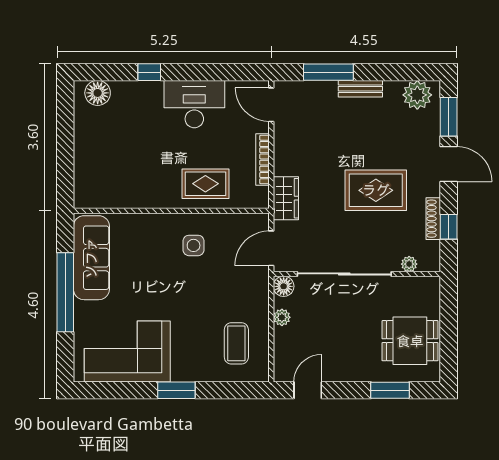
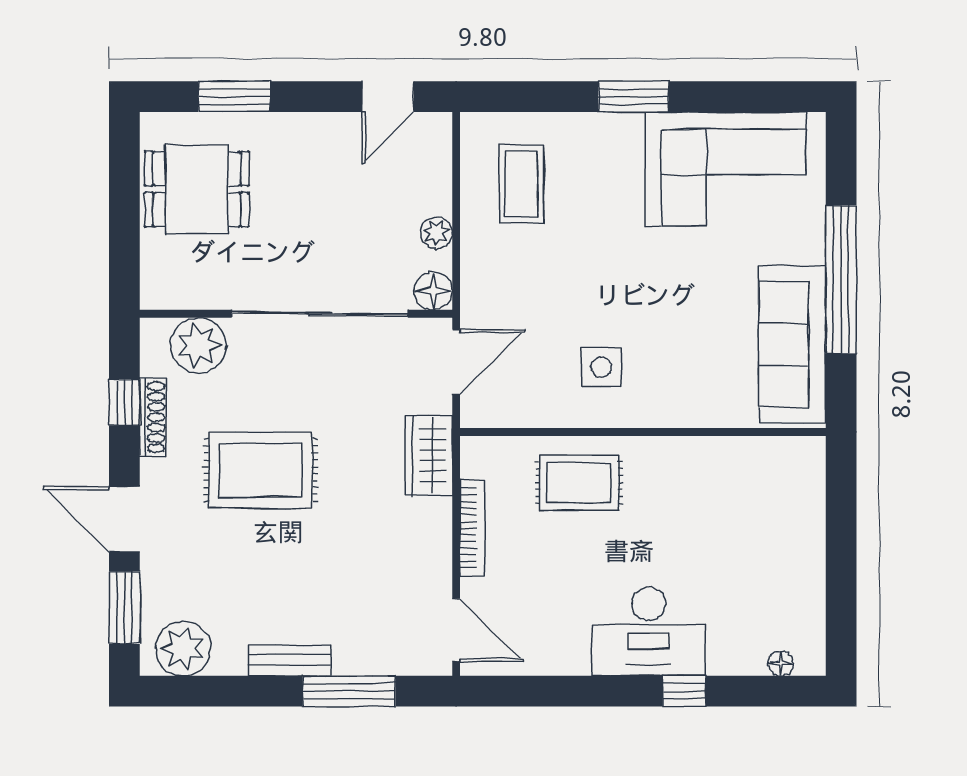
floor lamp: (98, 93) -> (781, 663), width x0.53, depth x0.53
desk: (194, 104) -> (649, 631), moved
plant: (409, 264) -> (198, 345), width x1.87, depth x1.87

